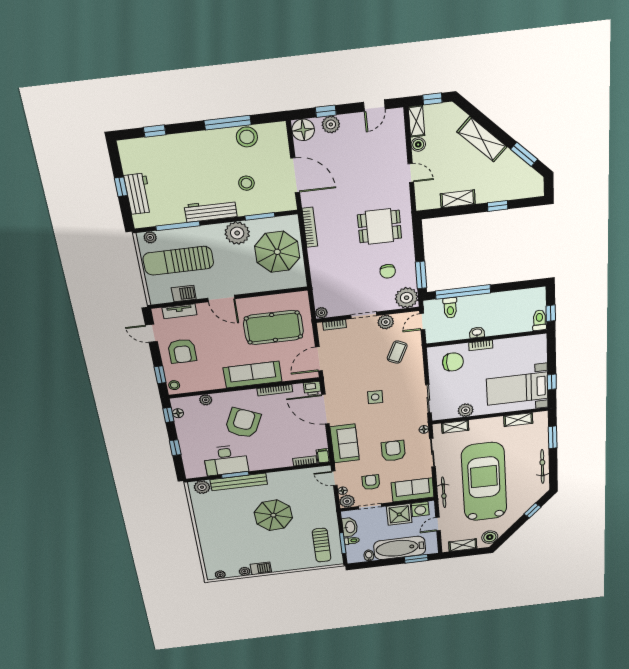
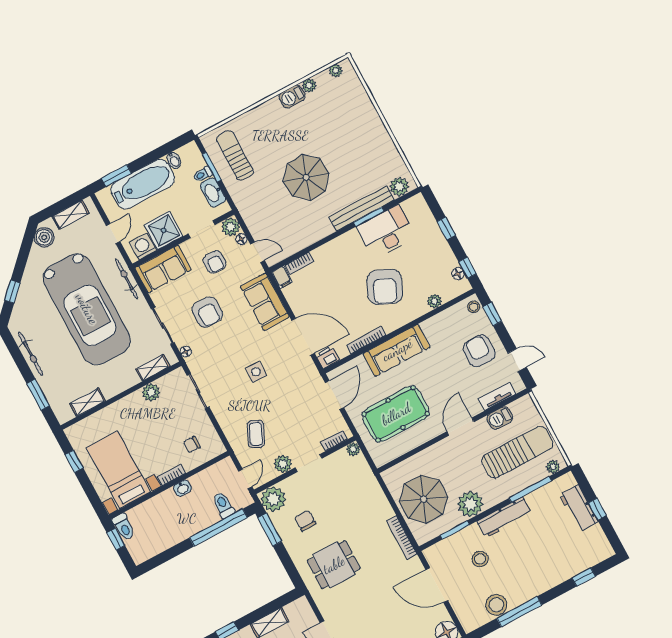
door: (221, 299) -> (460, 427), hinge flipped
chair: (453, 362) -> (192, 445), width x0.54, depth x0.54
bed with nightstands: (517, 389) -> (118, 470), moved, turned -90

